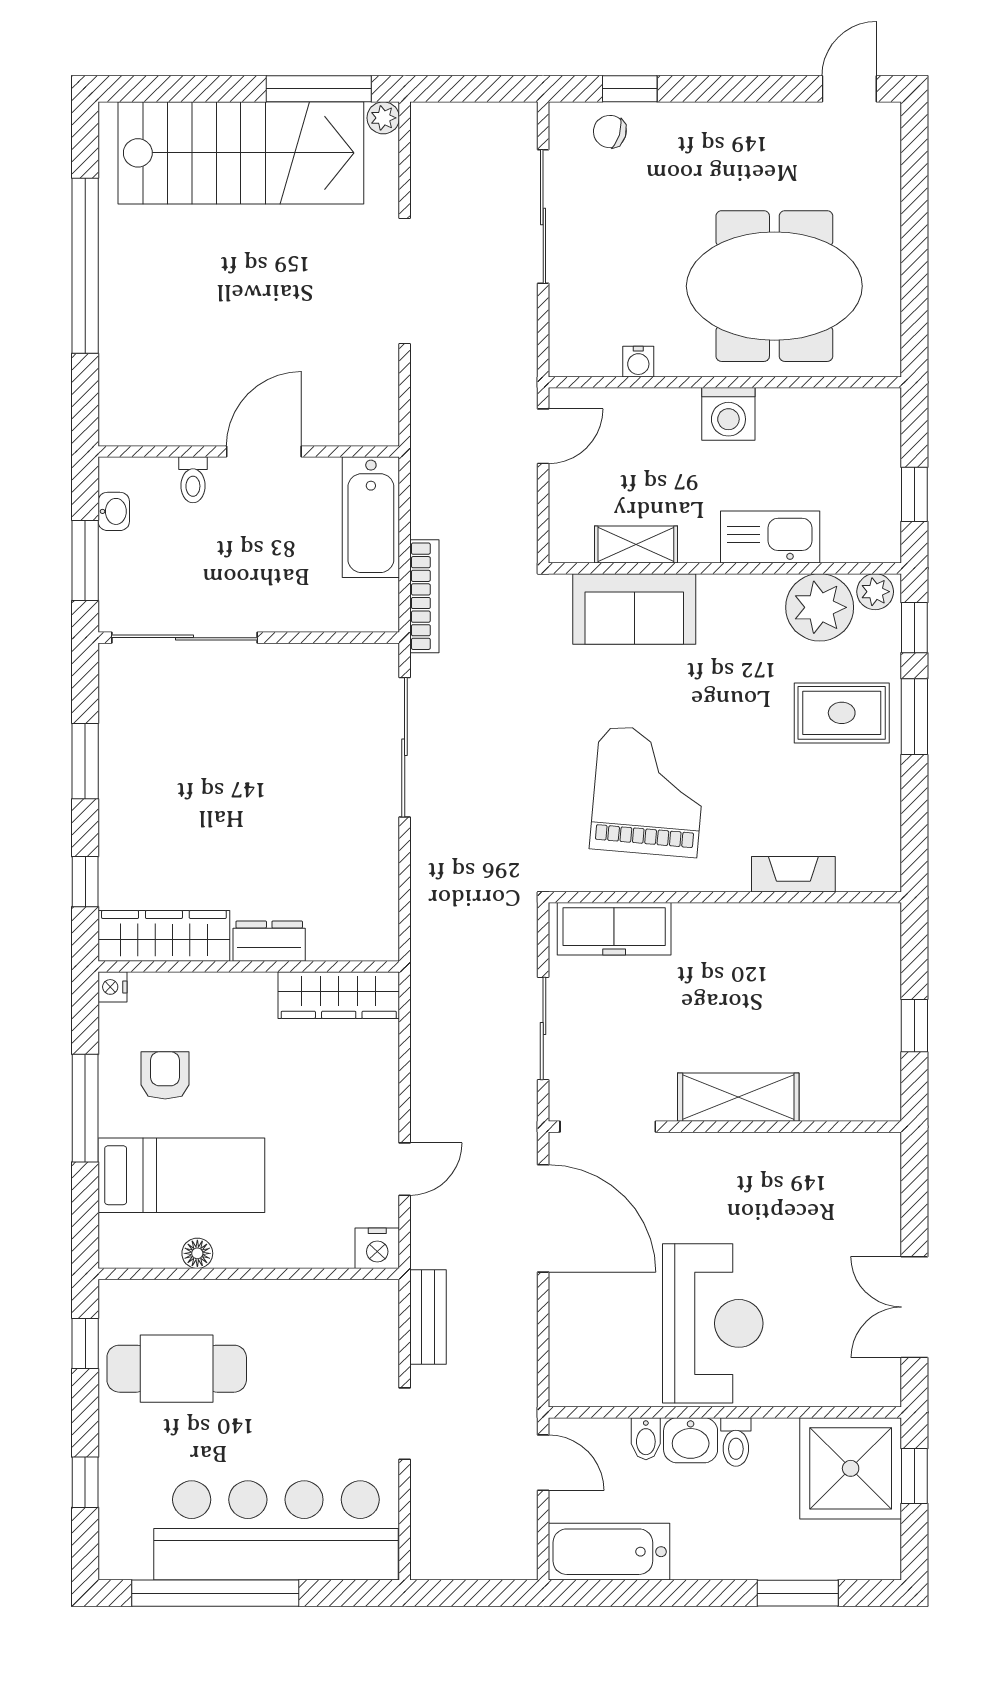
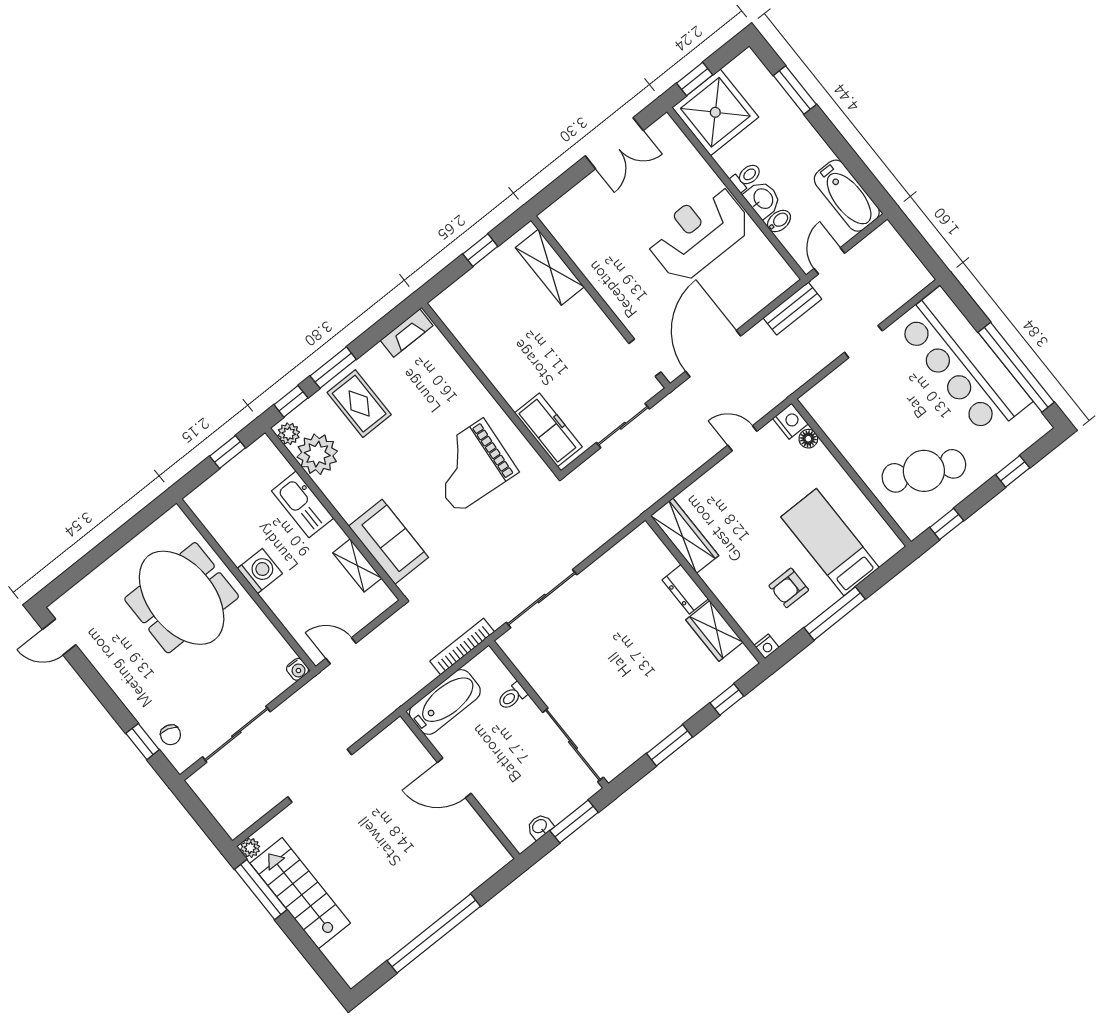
stairs: (241, 153) -> (300, 893), width x0.73, depth x0.66
water cooler: (638, 362) -> (298, 669), moved, turned 90
toilet: (193, 480) -> (512, 696), moved, turned 180
fireplace: (793, 874) -> (407, 333), moved, turned -90
wardrobe: (164, 936) -> (714, 631), width x0.67
shelving: (738, 1097) -> (550, 267), moved
doorway: (608, 1127) -> (645, 358), width x0.73
floor lamp: (197, 1253) -> (808, 439), moved
bench: (428, 1317) -> (792, 309), moved
cafe table: (177, 1369) -> (924, 471), turned -65

